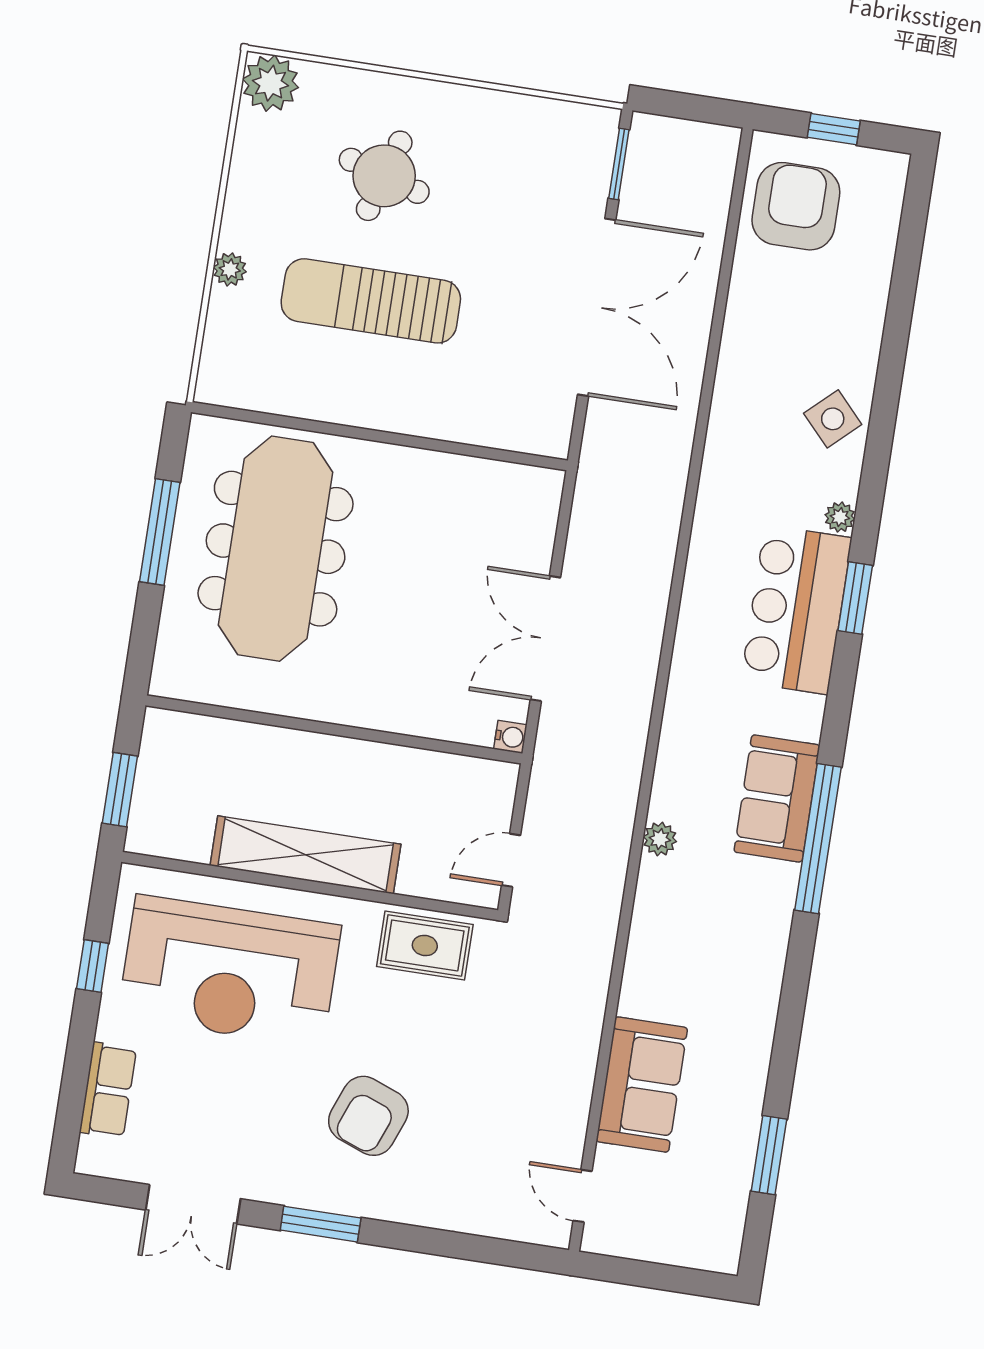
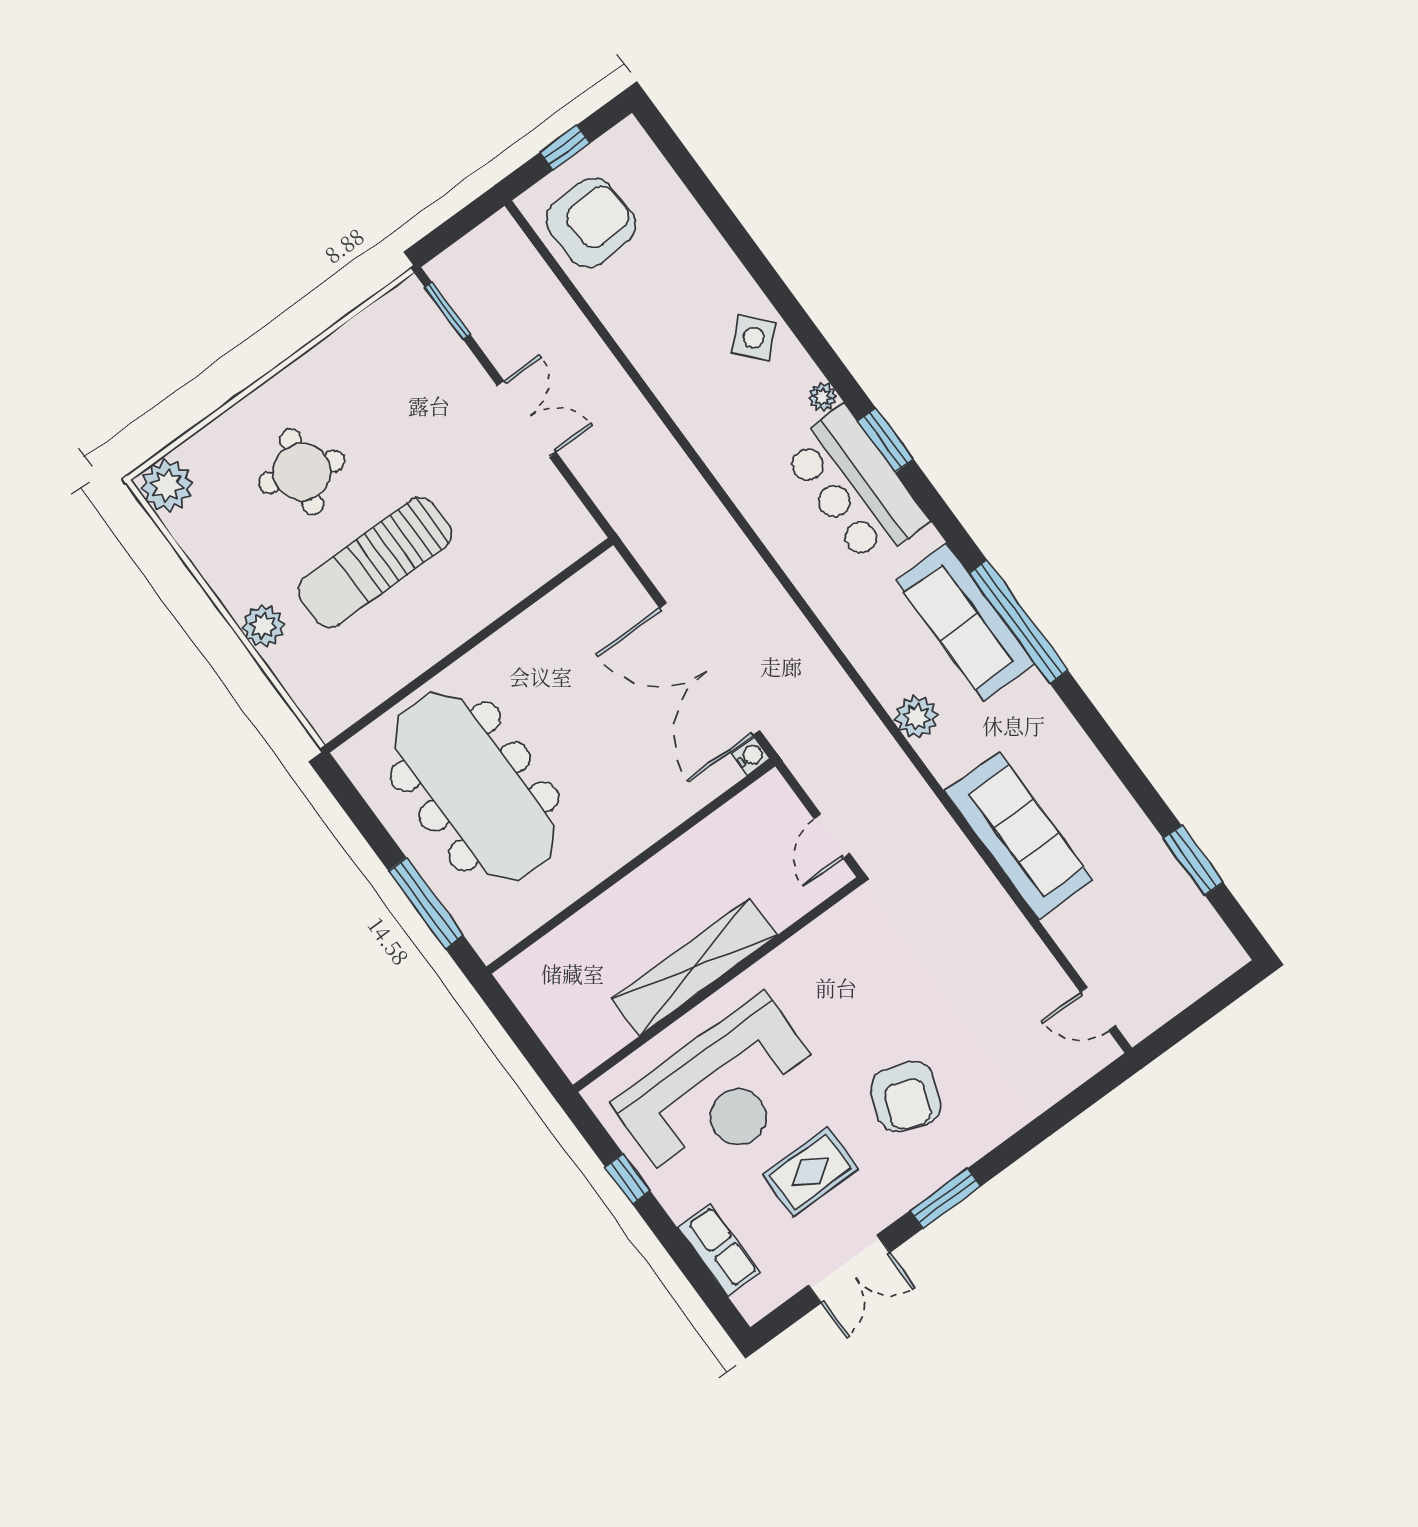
armchair: (796, 206) -> (591, 223), turned 87
plant: (230, 269) -> (263, 626), width x1.38, depth x1.38
double door: (597, 307) -> (527, 419), width x0.54
window: (160, 532) -> (426, 903), moved
double door: (545, 639) -> (710, 669), width x1.36
window: (120, 790) -> (530, 1046), removed
sofa: (777, 798) -> (965, 622), width x1.36
plant: (660, 839) -> (917, 717), width x1.38, depth x1.38
rug: (425, 946) -> (811, 1172), moved
sofa: (642, 1085) -> (1019, 836), moved, width x1.36

